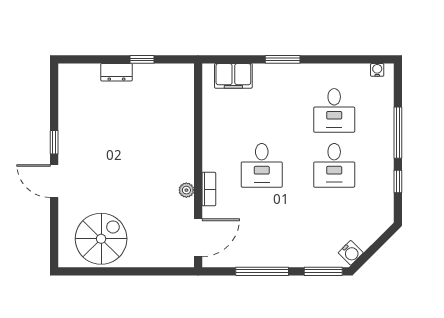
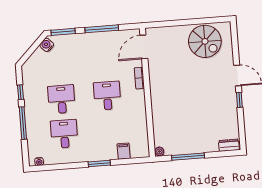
window: (142, 59) -> (188, 157), width x2.17
dresser: (116, 72) -> (229, 145), moved
filing cabinet: (233, 76) -> (124, 151), width x0.50
plant: (186, 190) -> (159, 151), moved
spiral stairs: (101, 239) -> (205, 41), turned -90

